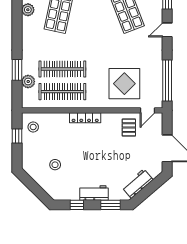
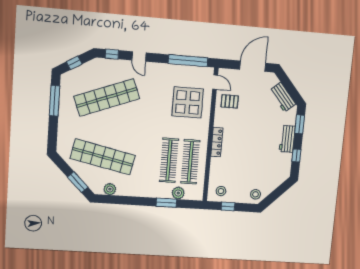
stool: (55, 165) -> (255, 194), moved

